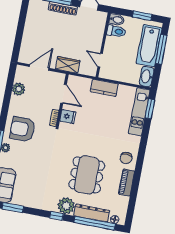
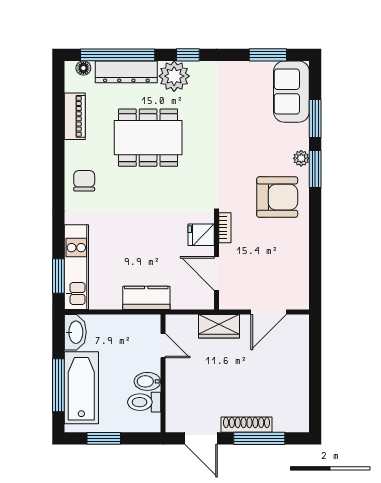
bidet: (117, 20) -> (147, 381), moved
plant: (19, 89) -> (298, 267), removed
dining table: (87, 175) -> (148, 138), turned 90
piano: (127, 183) -> (75, 116), moved

